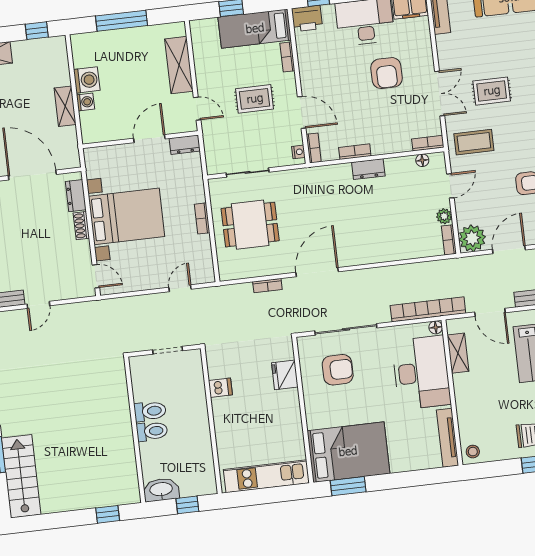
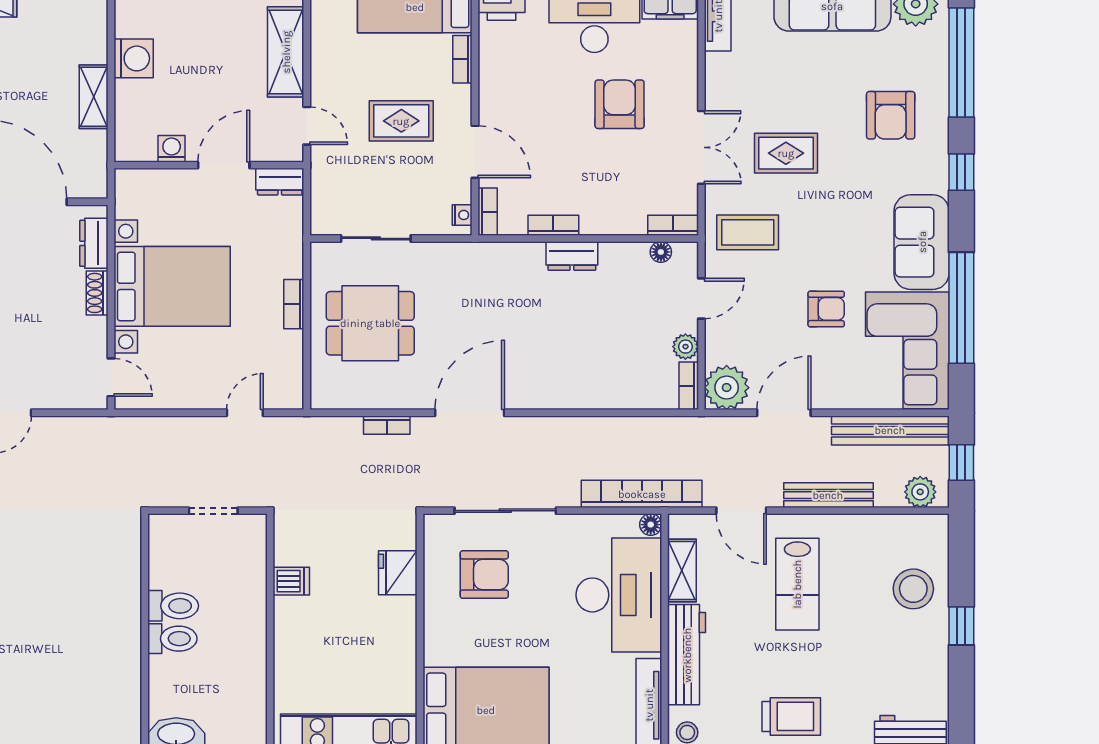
armchair: (387, 73) -> (620, 104), turned 180
washing machine: (85, 102) -> (172, 149), moved, turned -90
workbench: (467, 404) -> (687, 655), added

